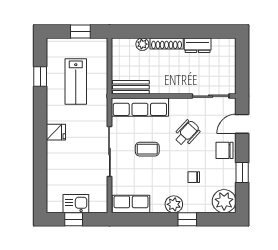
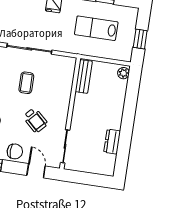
shoe rack: (167, 43) -> (118, 114), removed
plant: (142, 44) -> (123, 73), moved
row of seats: (140, 107) -> (65, 82), removed
chair: (224, 150) -> (15, 151), turned 90

